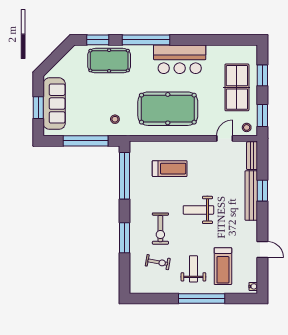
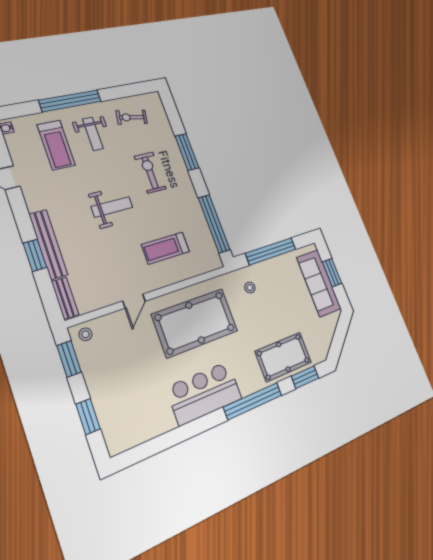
table tennis table: (237, 87) -> (118, 385), removed
door: (225, 138) -> (134, 301), moved
exercise bike: (158, 262) -> (132, 117), moved
treadmill: (223, 266) -> (56, 145), turned 180

